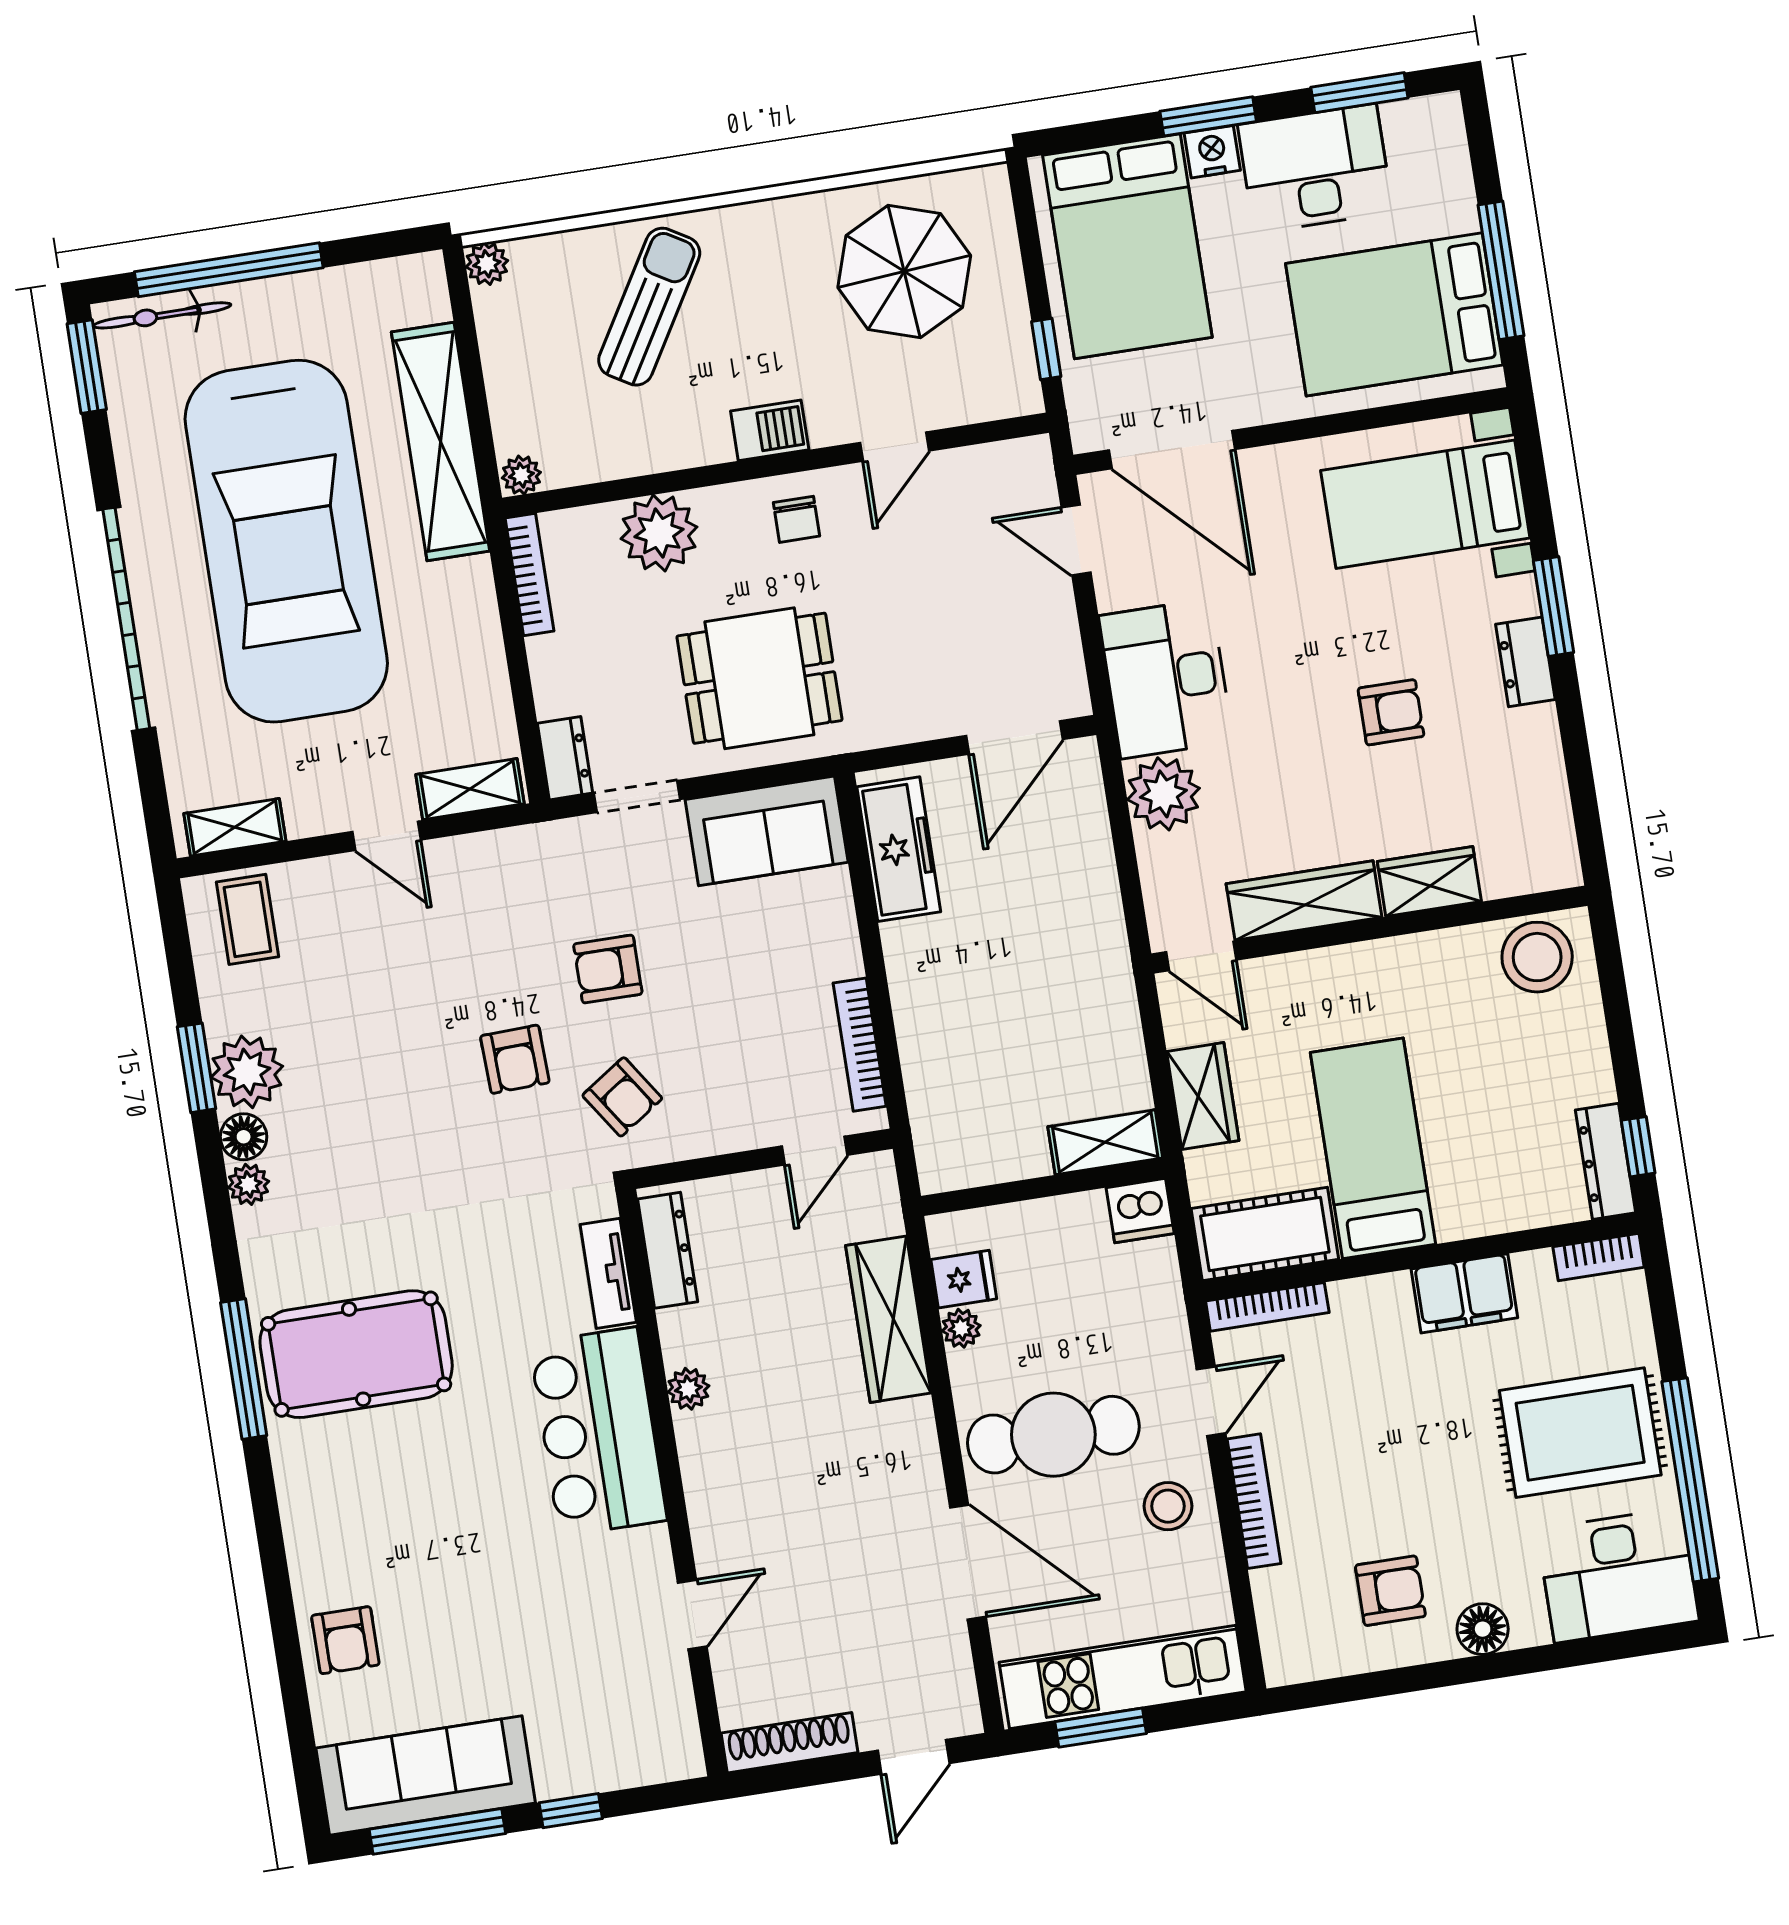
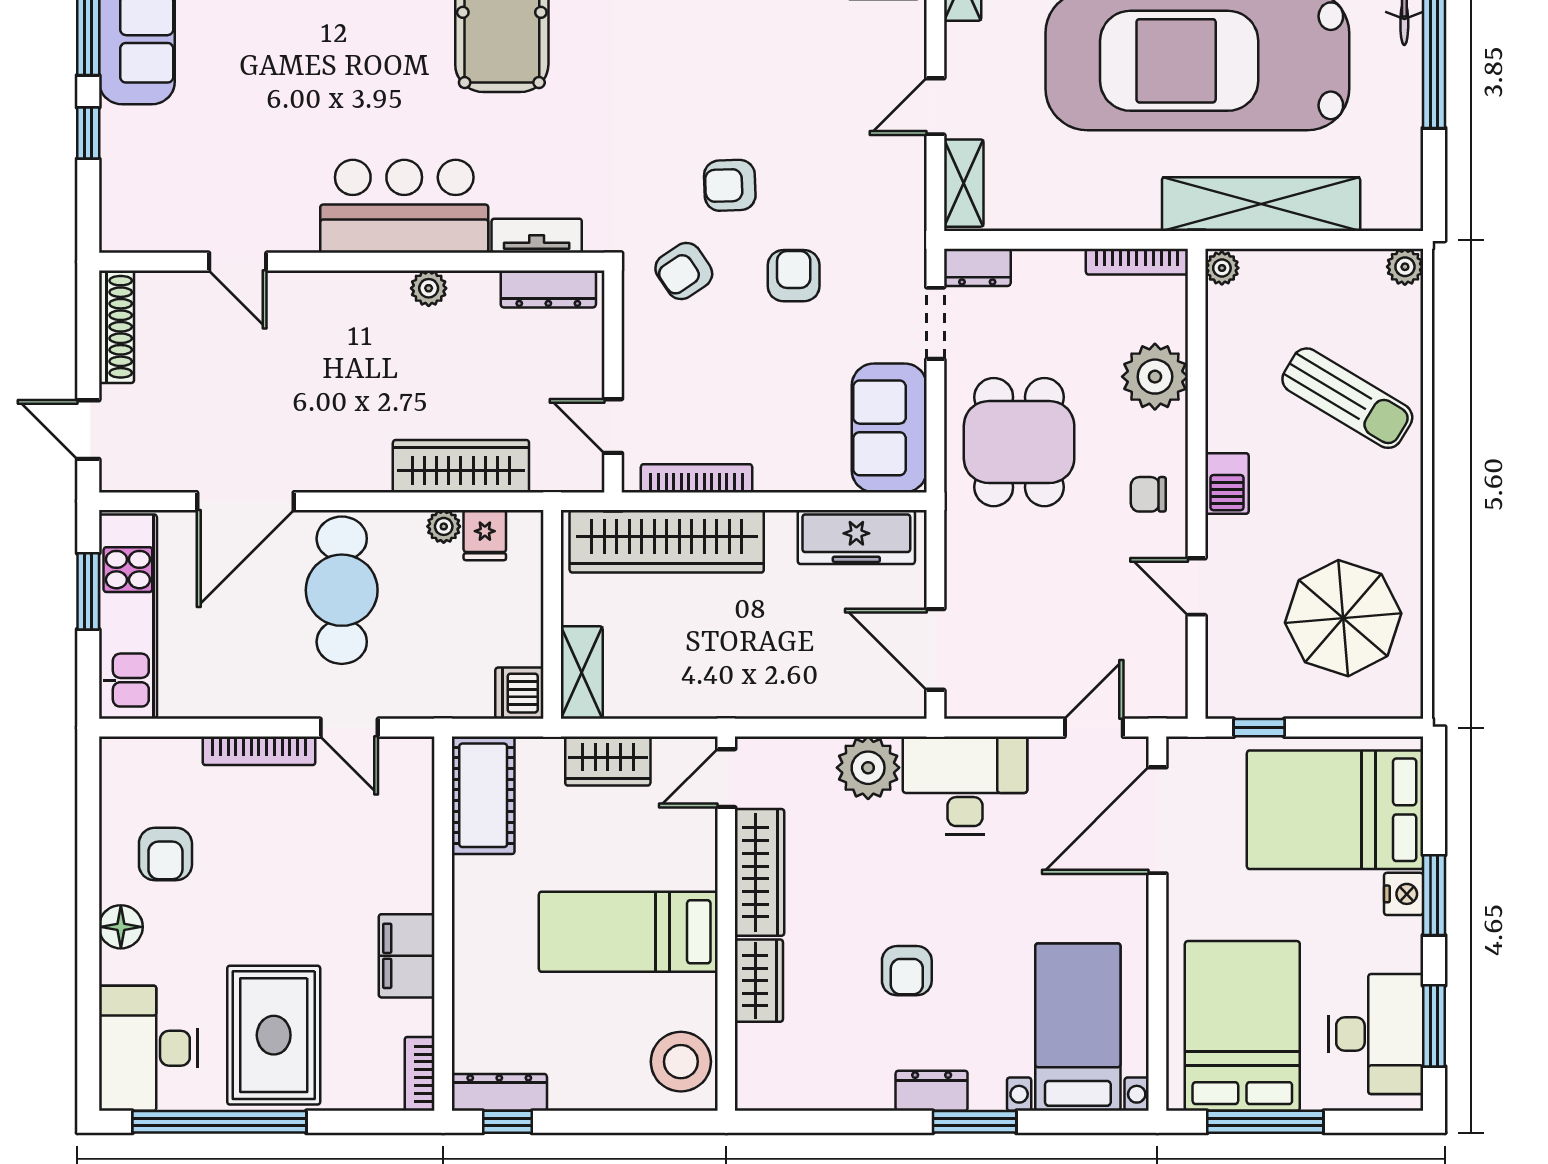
desk: (1315, 168) -> (1376, 1034), moved
wardrobe: (938, 1068) -> (667, 541), added
bed: (1373, 1148) -> (628, 932), moved, turned 180
bookcase: (1267, 1307) -> (421, 788), removed
stool: (1168, 1506) -> (266, 678), removed

